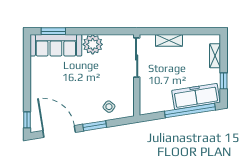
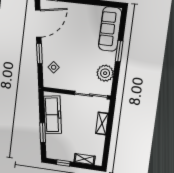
window: (53, 31) -> (119, 51), moved
plant: (93, 44) -> (105, 73), moved
freezer: (196, 96) -> (53, 115), moved
window: (190, 111) -> (43, 133), width x0.47

